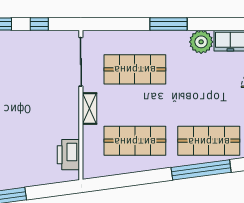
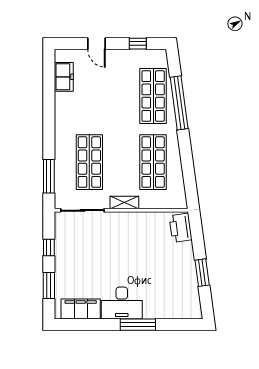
window: (168, 24) -> (49, 176), moved
plant: (201, 42) -> (65, 103), removed
printer: (68, 155) -> (181, 228), moved, turned 82

